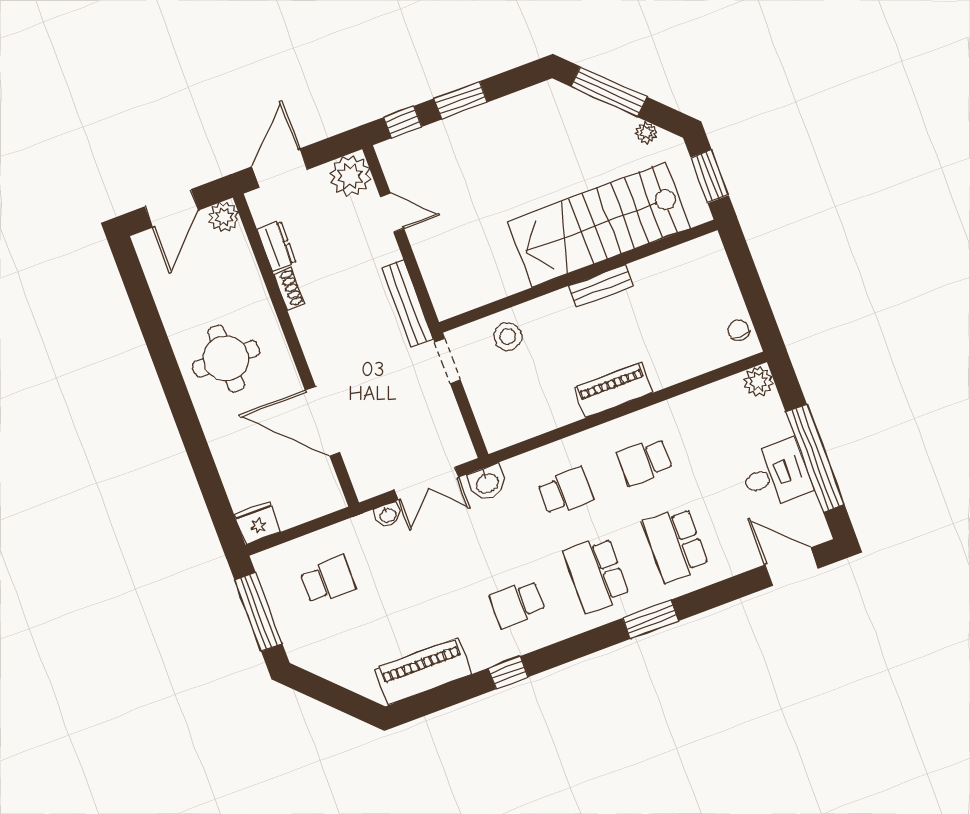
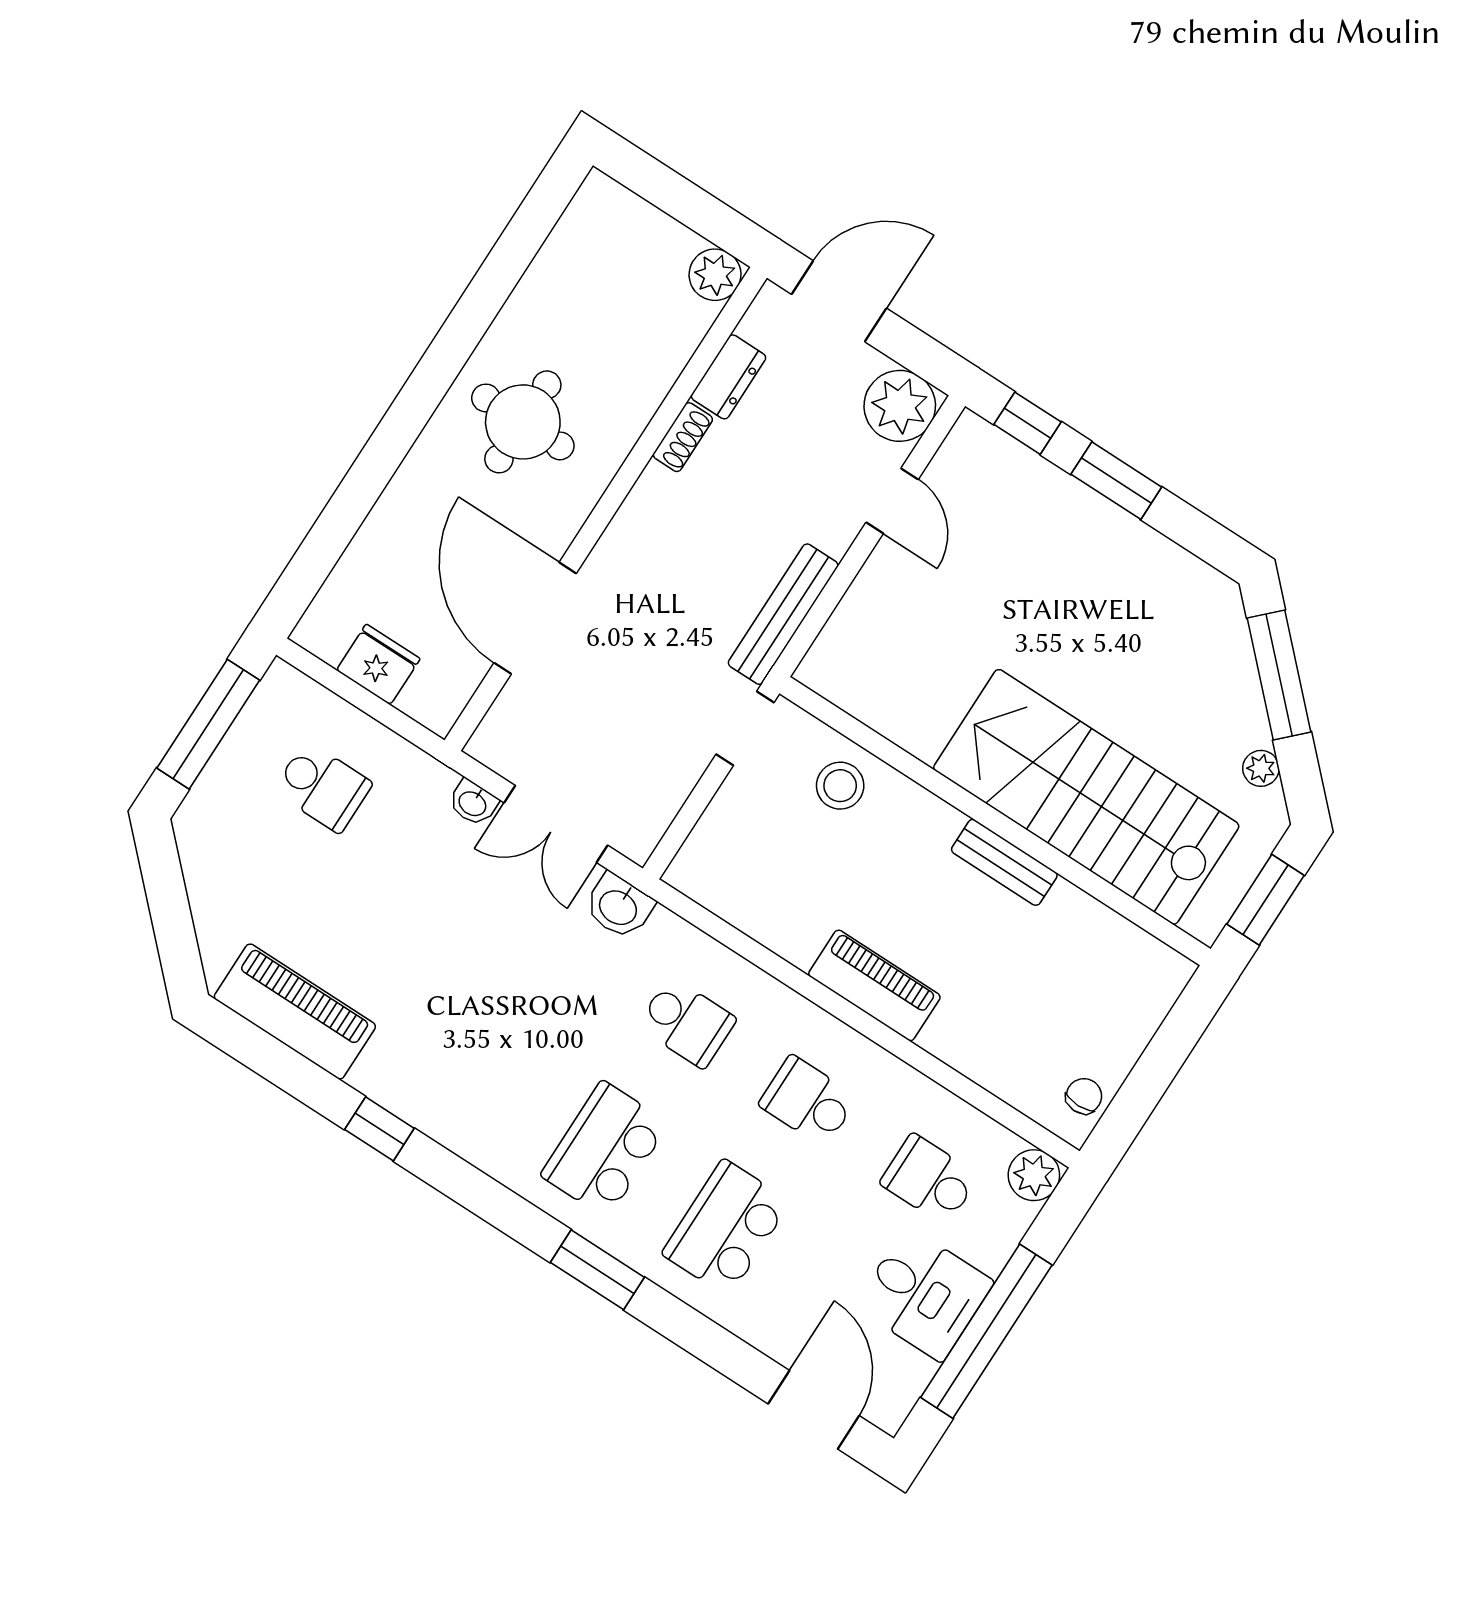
door: (172, 208) -> (674, 194), removed
fridge: (257, 523) -> (378, 664), moved
school desk: (517, 604) -> (929, 1180), moved

